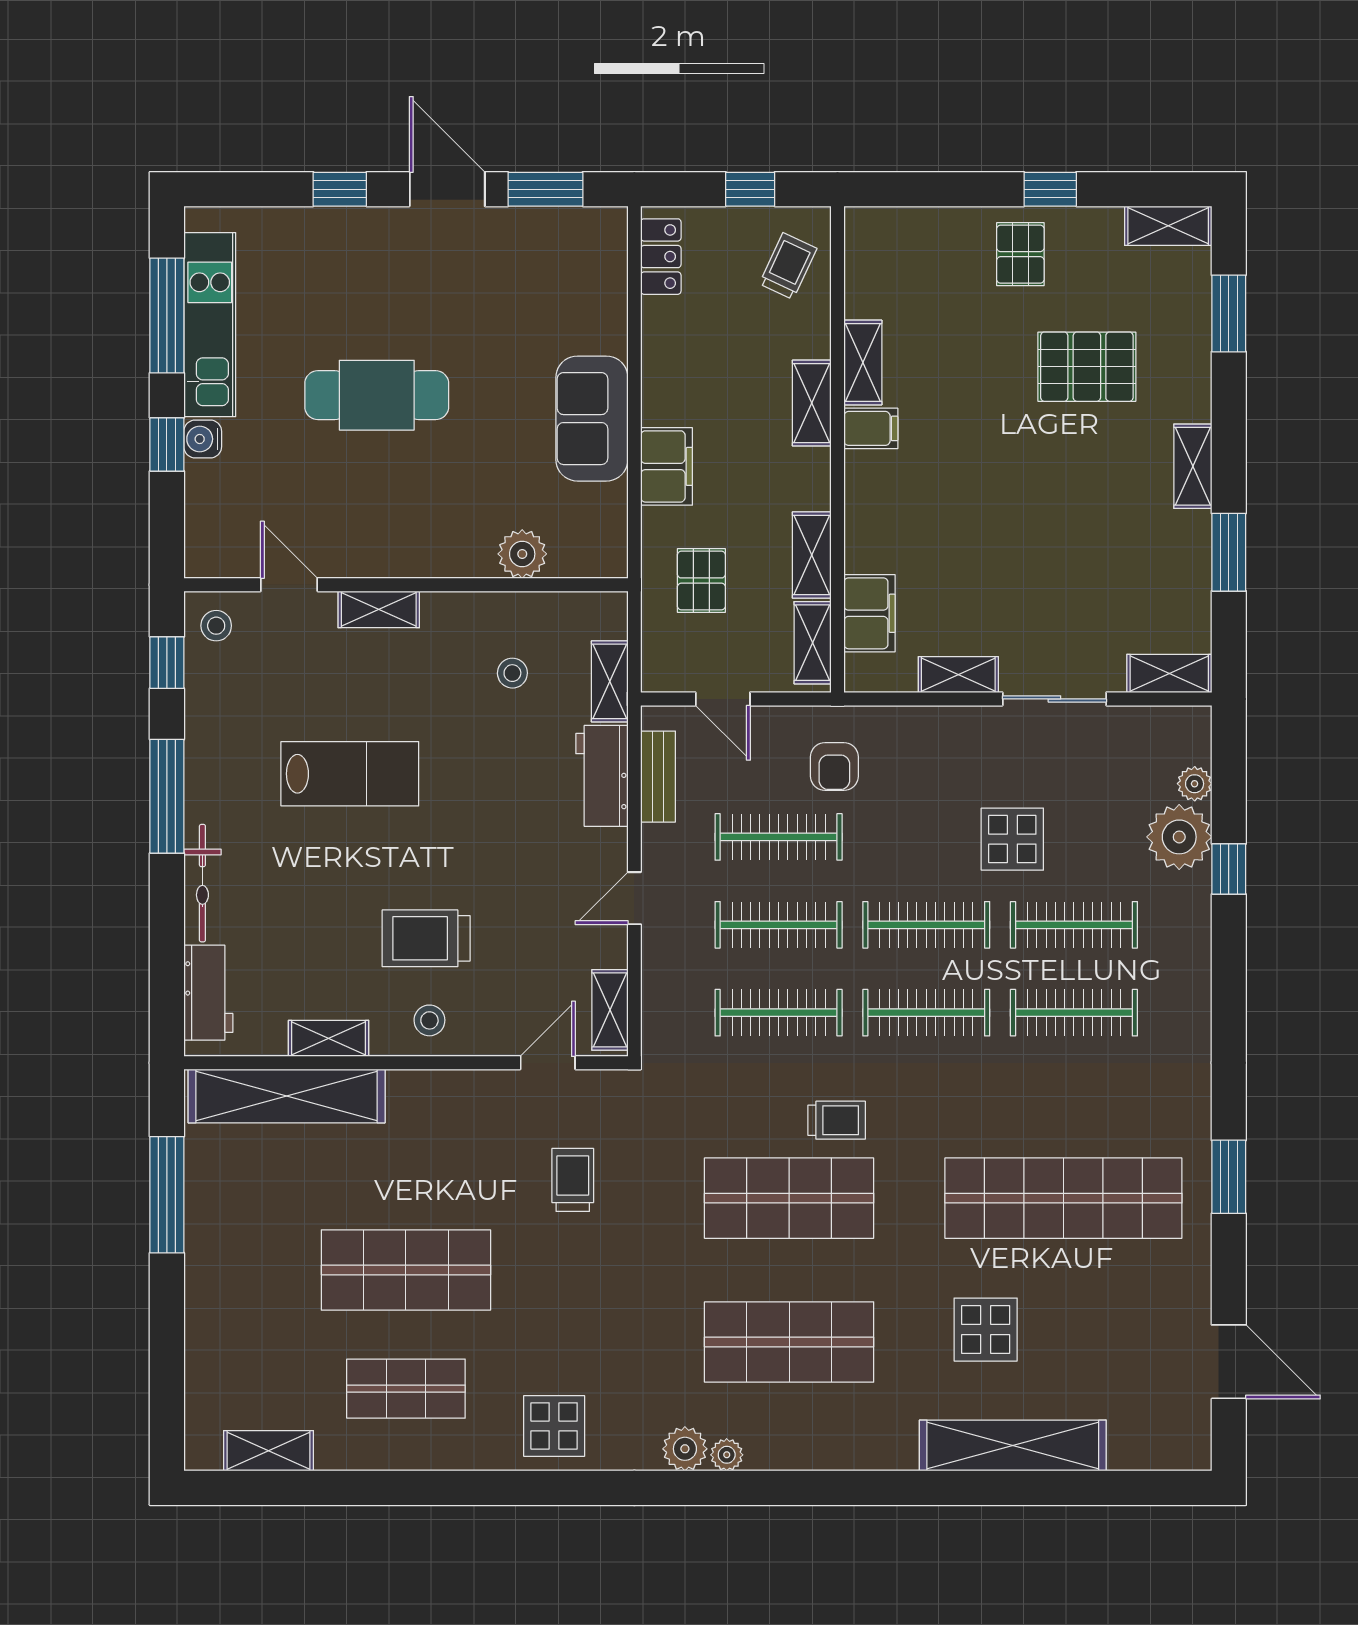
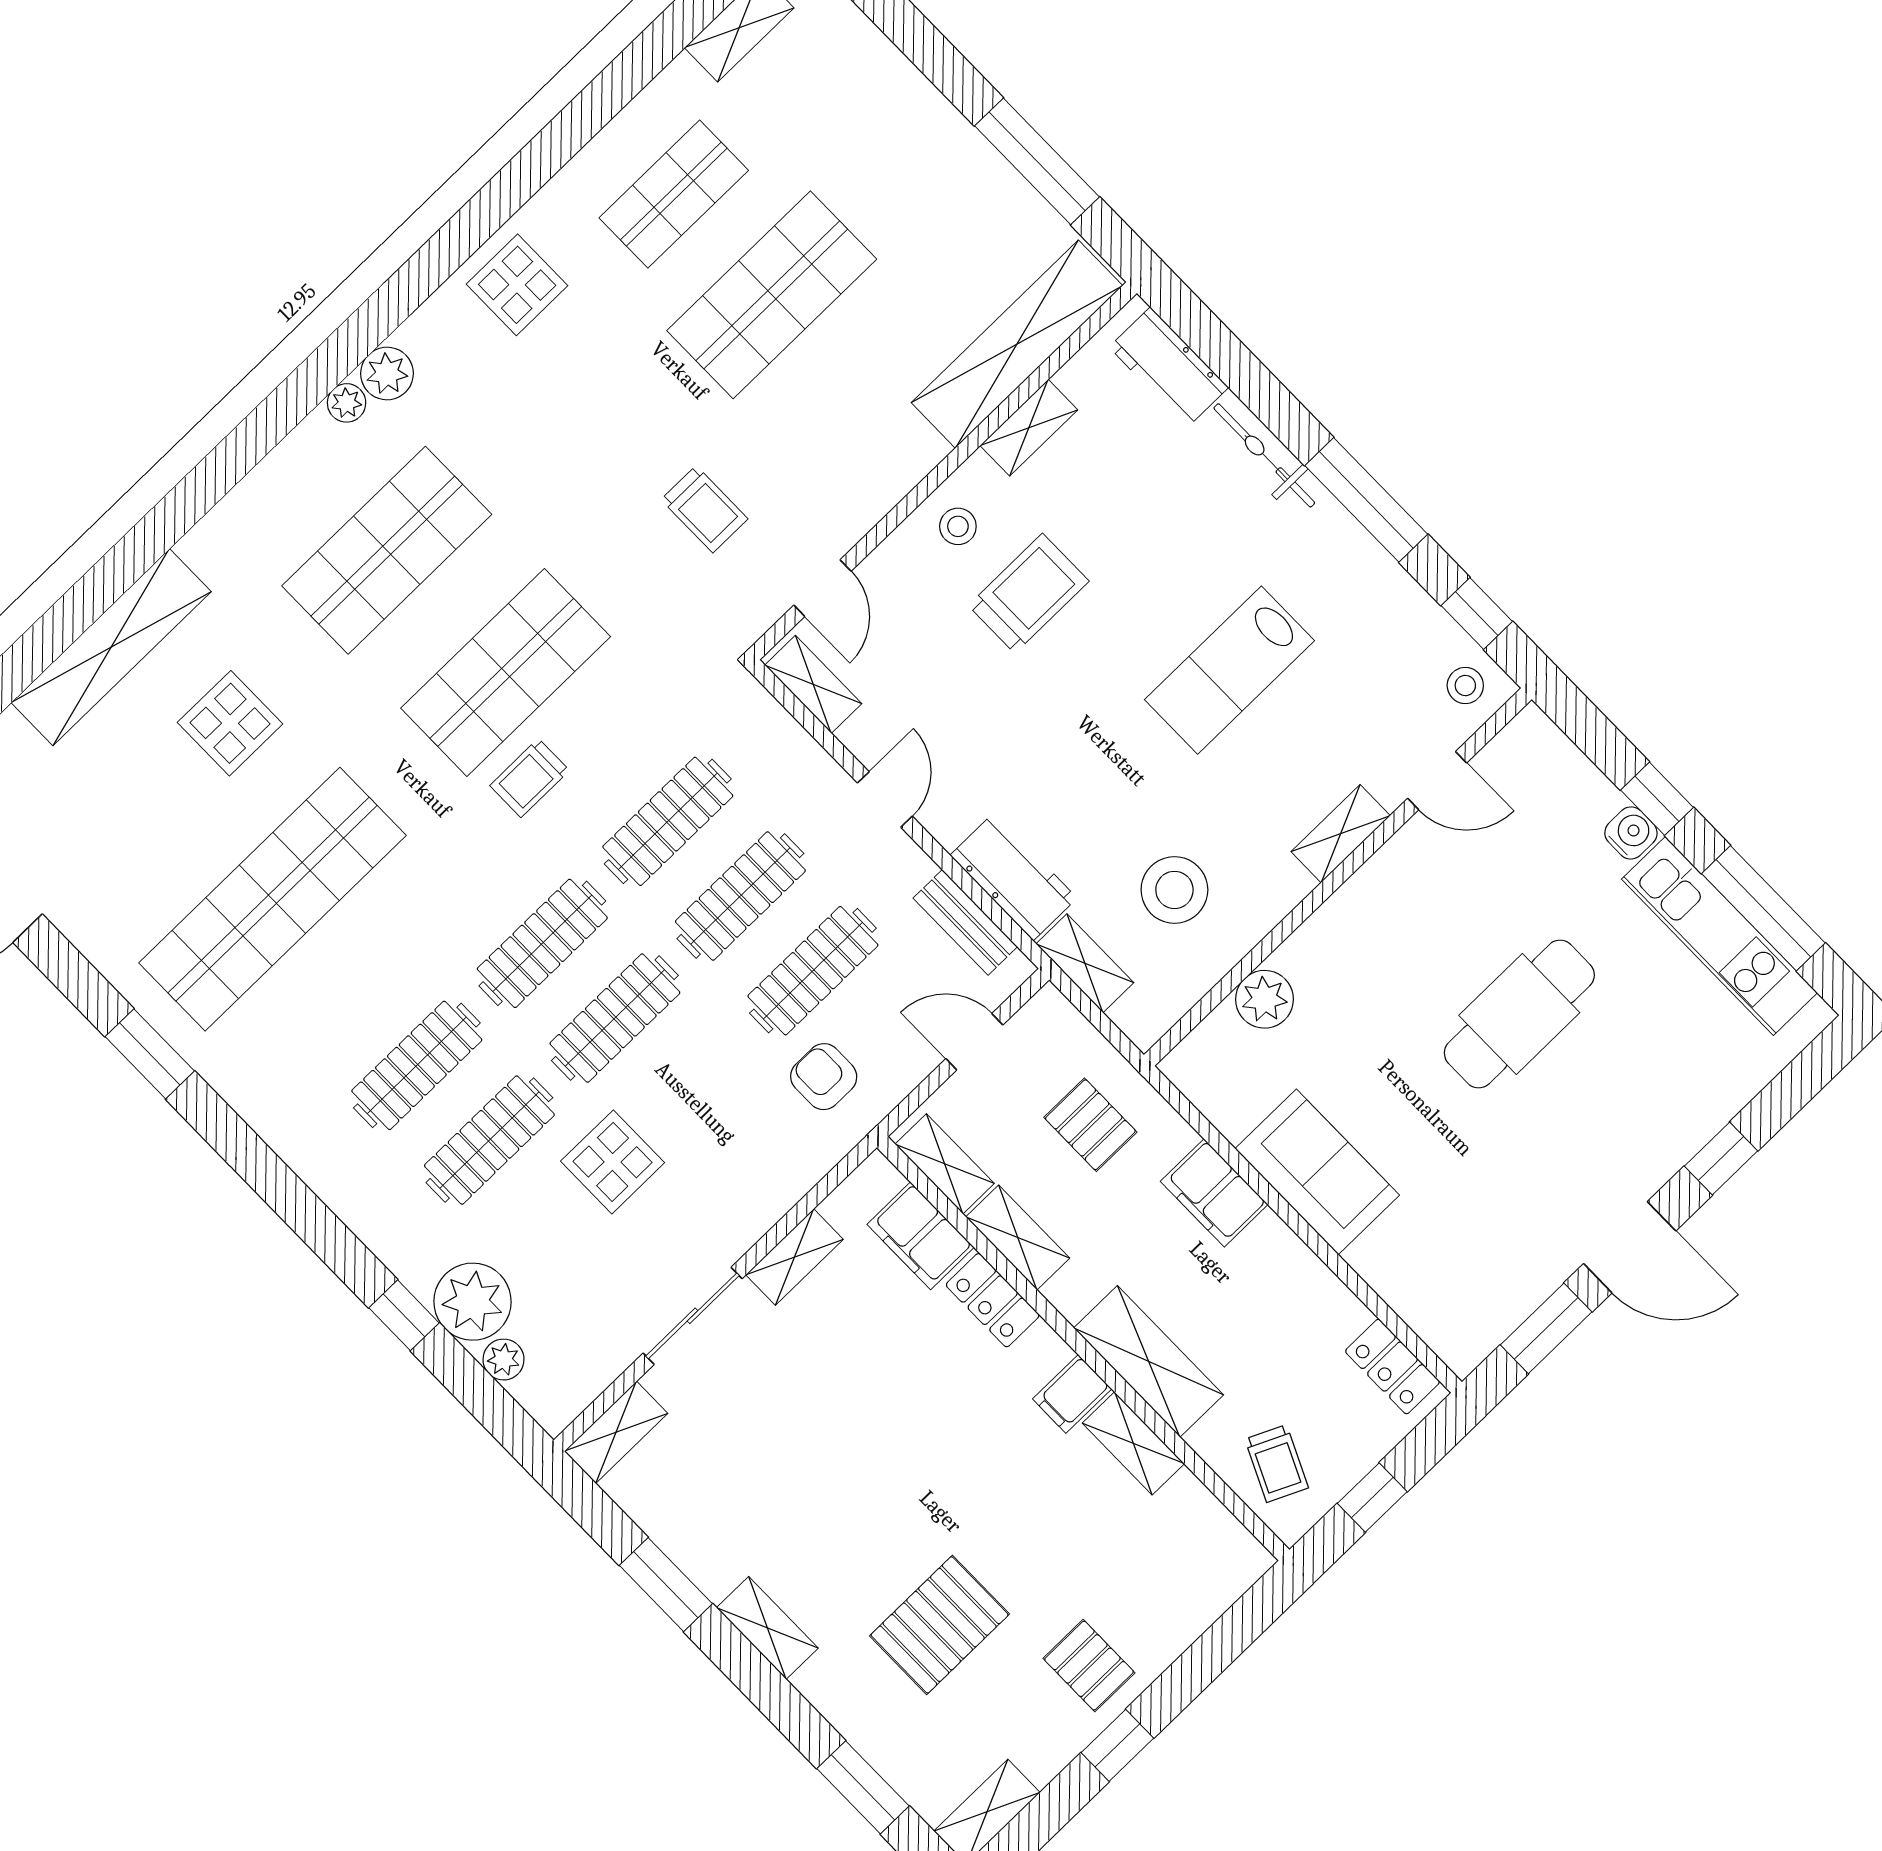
shelving: (812, 403) -> (1149, 1361), width x1.50, depth x1.33
locker: (864, 532) -> (993, 1300), added
stool: (512, 673) -> (1174, 890), width x1.89, depth x1.89

